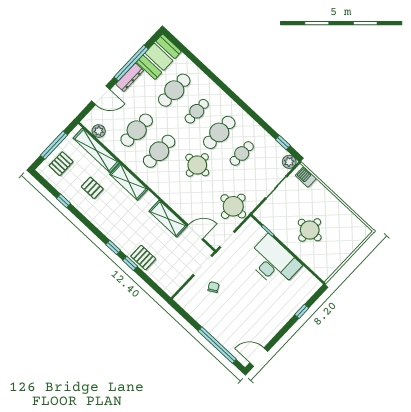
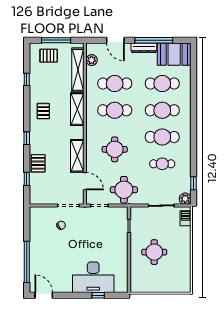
cafe table: (197, 111) -> (162, 110), width x1.37, depth x1.35
round table: (197, 165) -> (115, 149), moved
pallet: (92, 188) -> (43, 111), moved
desk: (273, 262) -> (93, 277), moved, turned 90
window: (130, 263) -> (27, 179), moved

